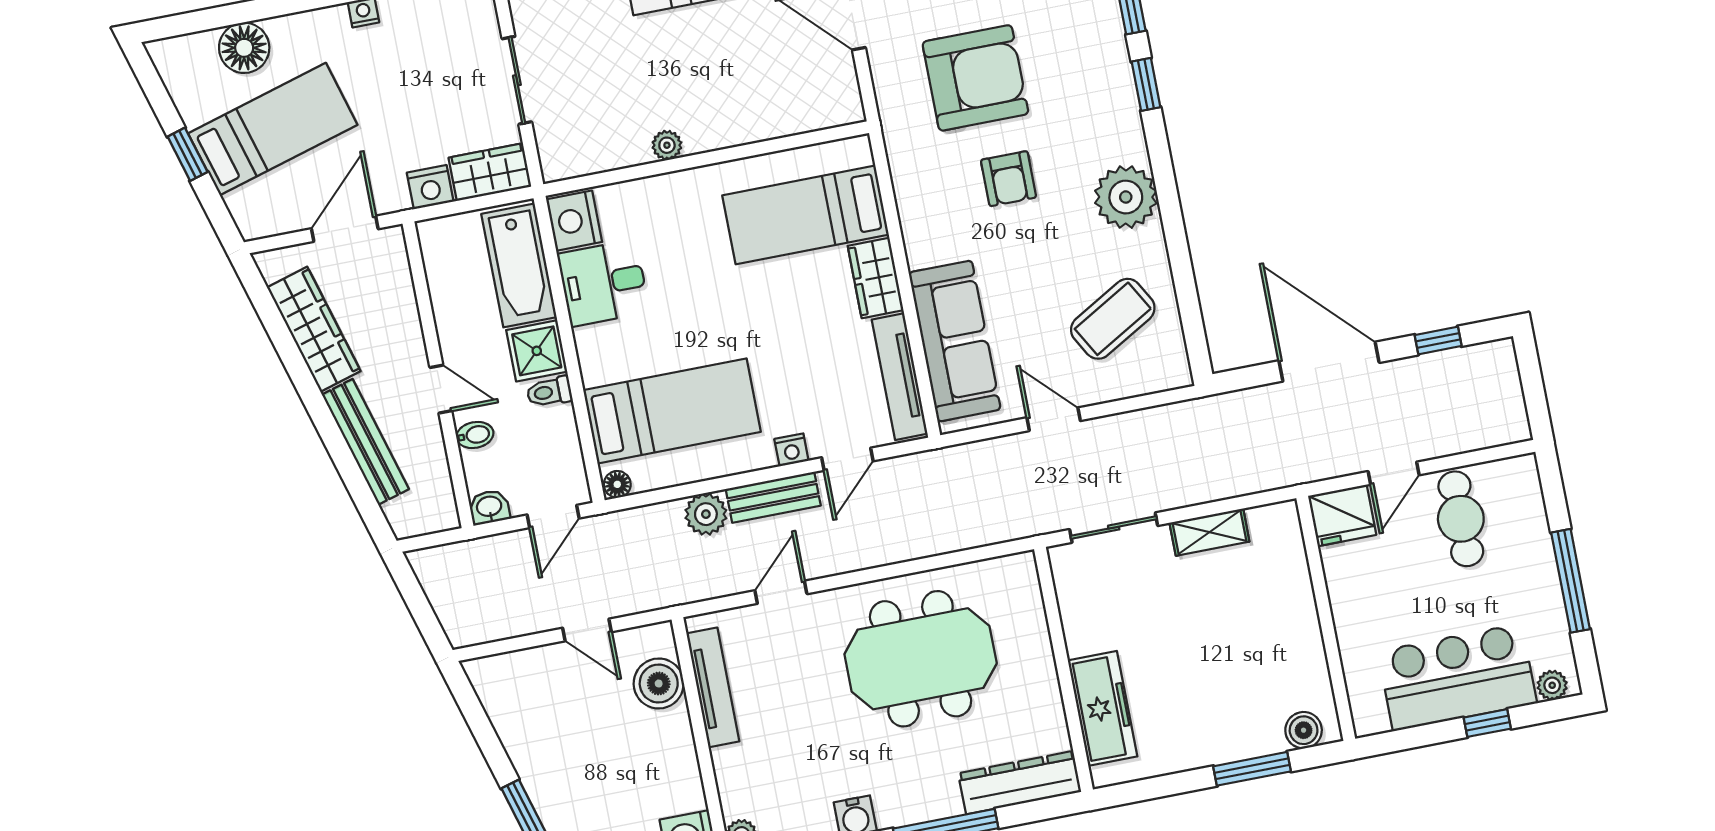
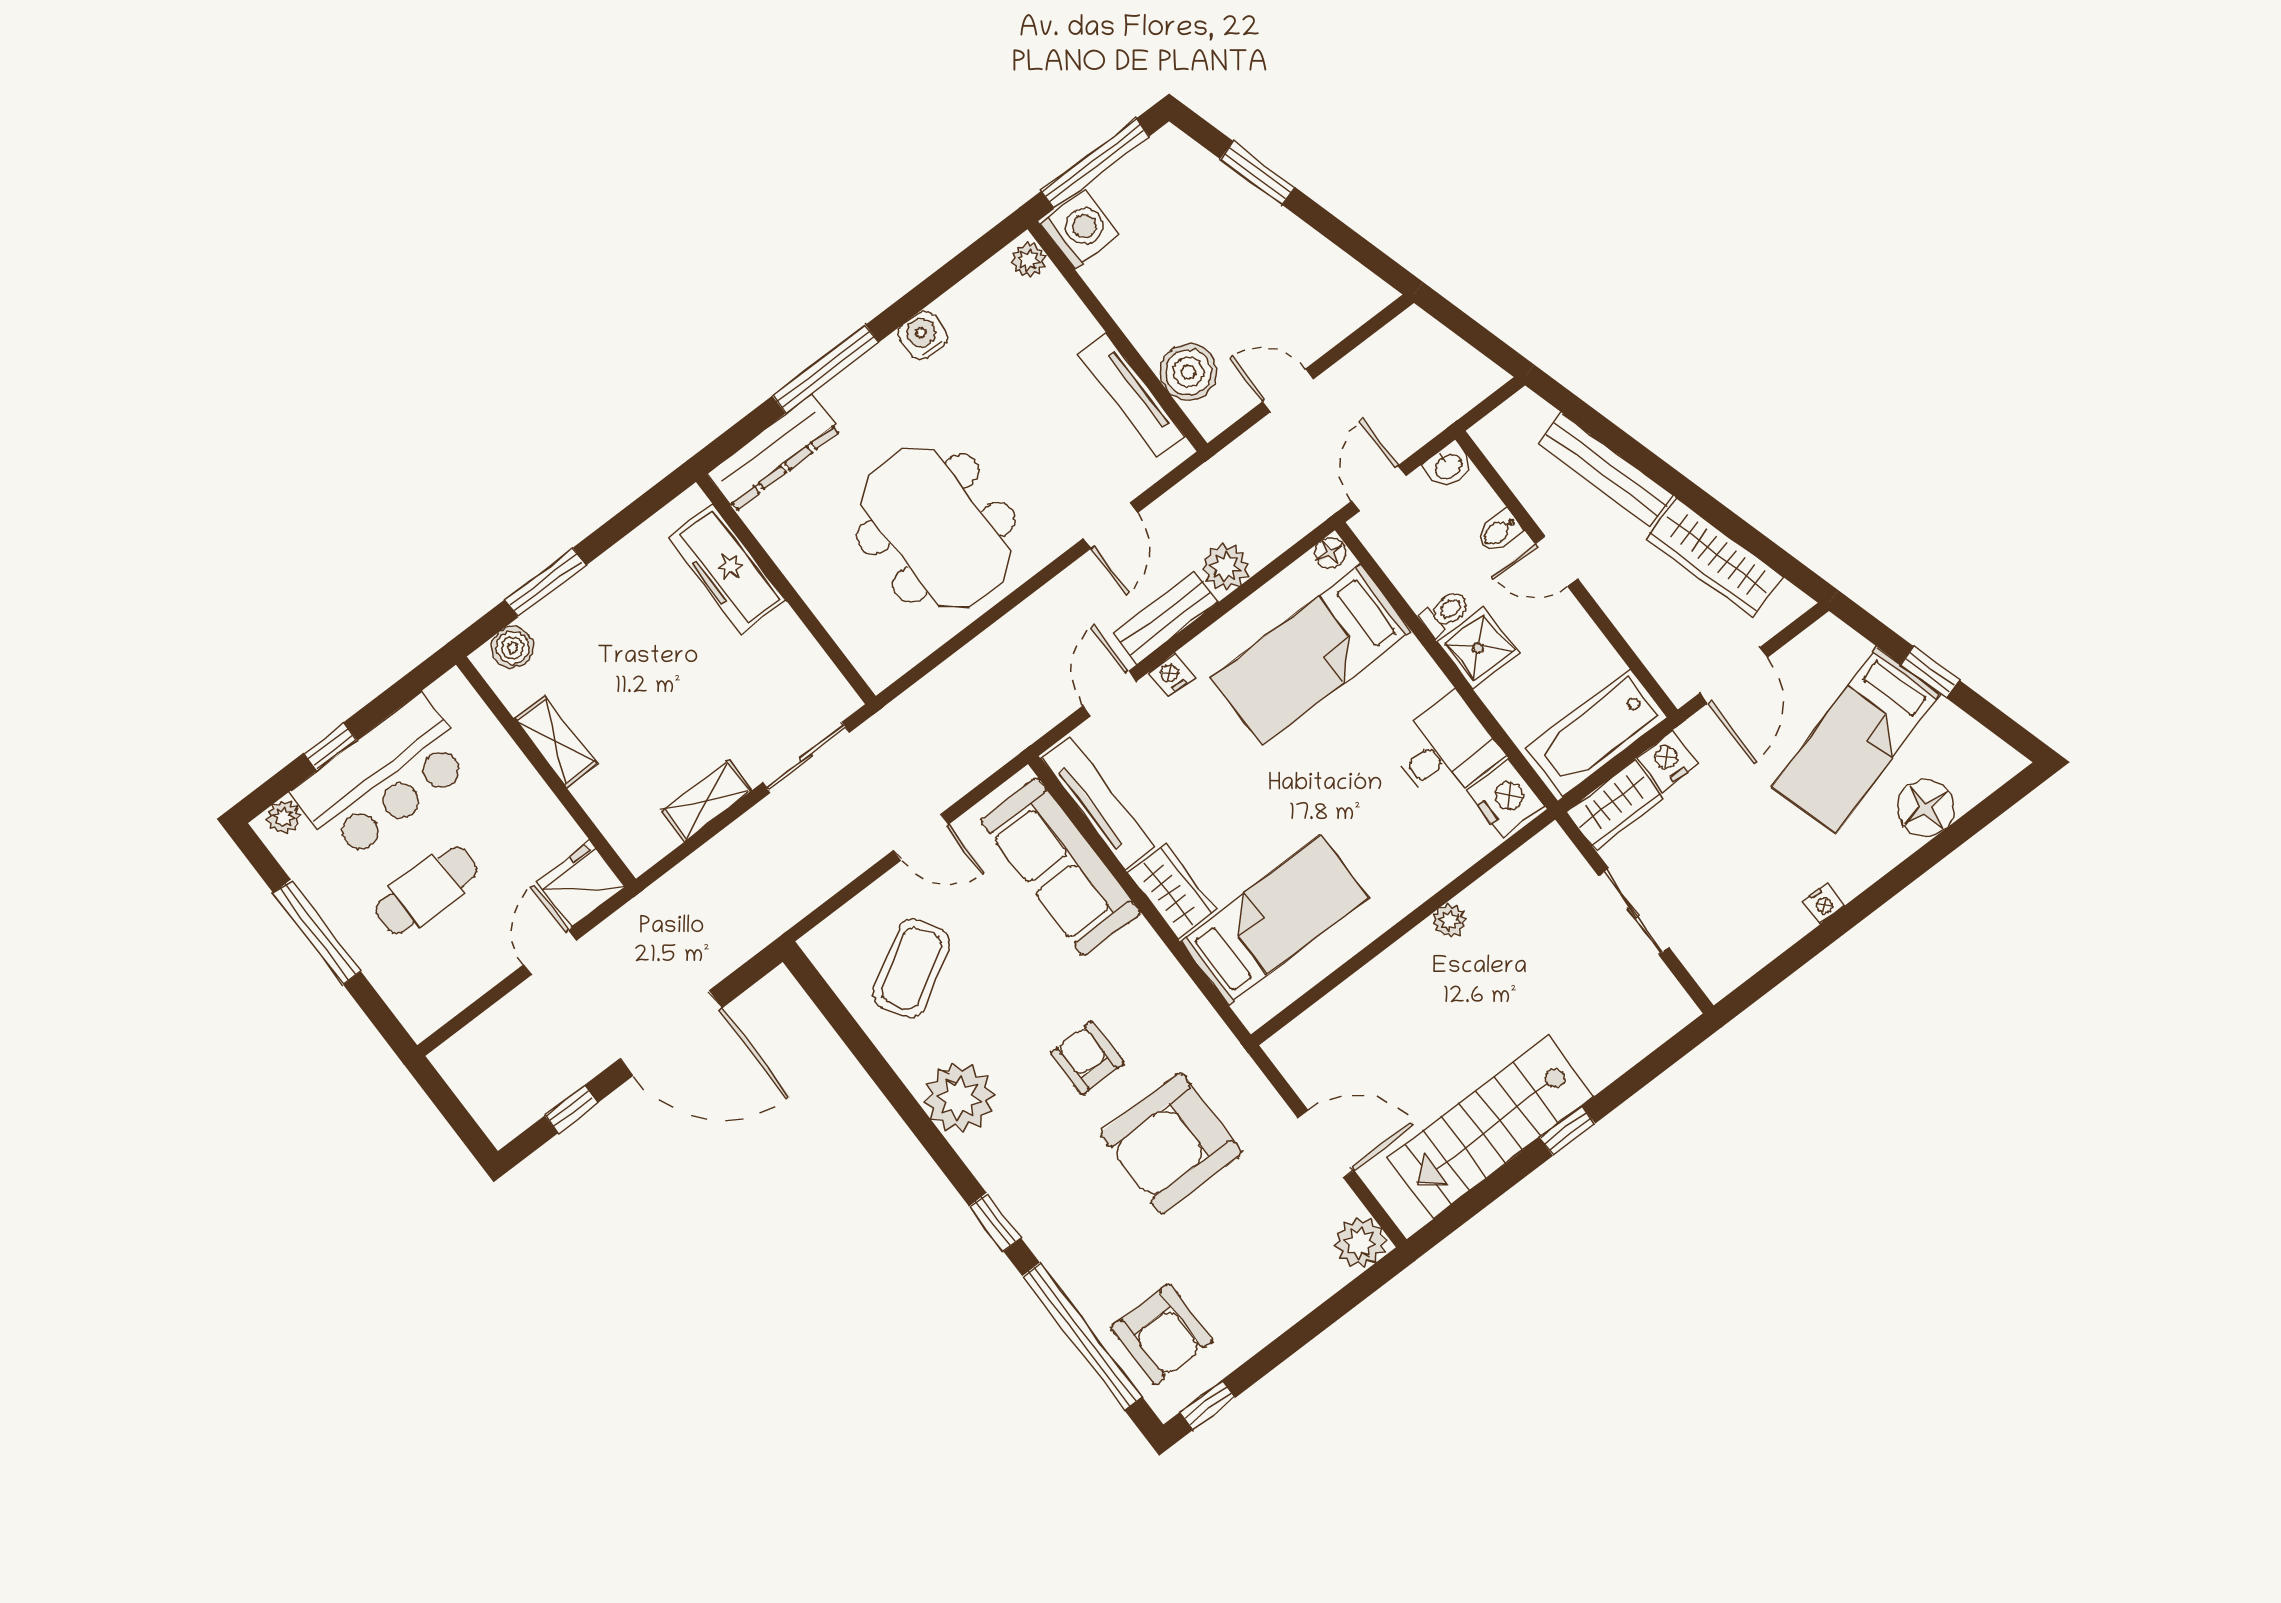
bathtub: (519, 265) -> (1596, 733), moved, turned -90
cafe table: (1461, 519) -> (426, 890), moved, turned 90
shelving: (1306, 639) -> (556, 741), added
meeting table: (921, 659) -> (936, 528), turned 90

